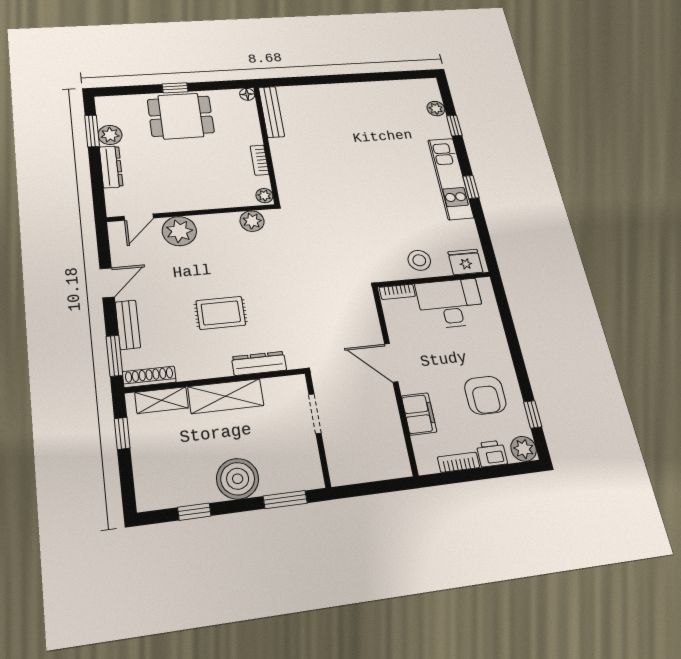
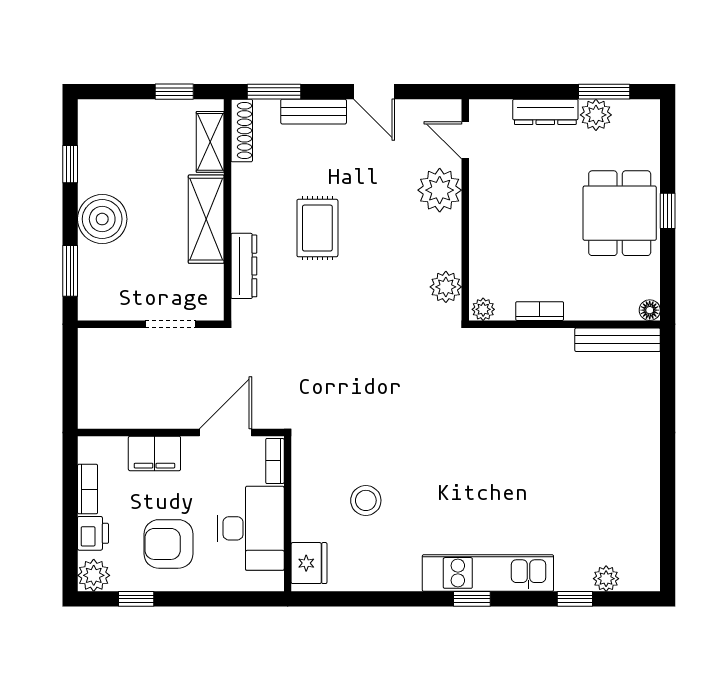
fridge: (465, 262) -> (309, 563), moved
wall: (434, 279) -> (288, 514), moved
bookcase: (397, 292) -> (275, 461), moved
desk: (450, 303) -> (251, 528), moved

